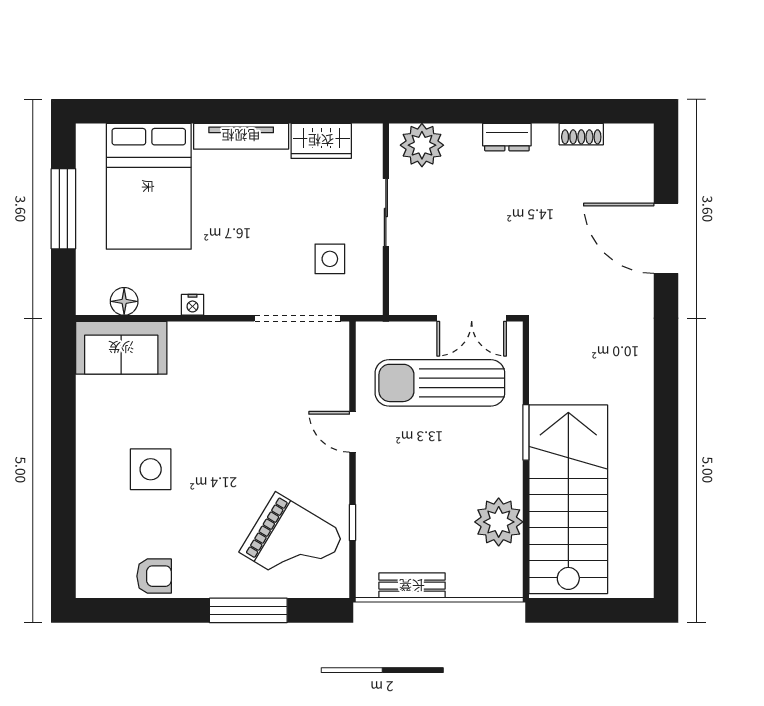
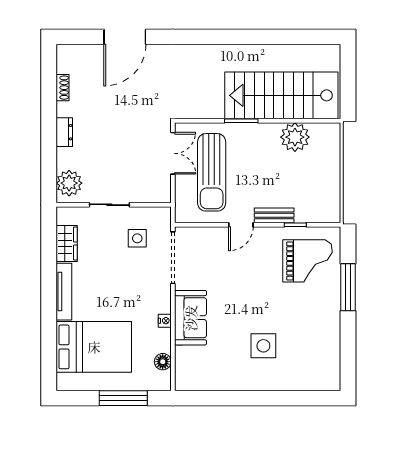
window: (63, 209) -> (123, 398), moved
sofa: (121, 348) -> (191, 318), moved
grand piano: (292, 543) -> (308, 261), turned 59
armchair: (154, 576) -> (327, 344), removed
bench: (412, 586) -> (274, 215), moved, turned 90

